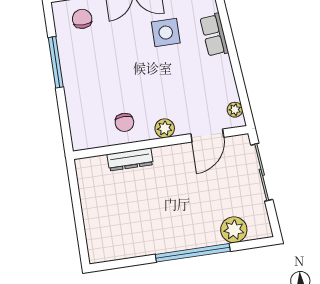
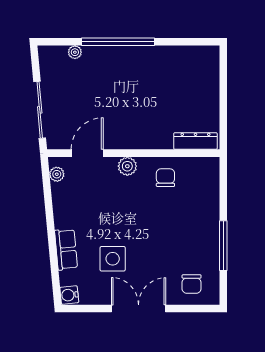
dresser: (130, 159) -> (195, 141), moved
plant: (234, 230) -> (75, 52), width x0.53, depth x0.53

